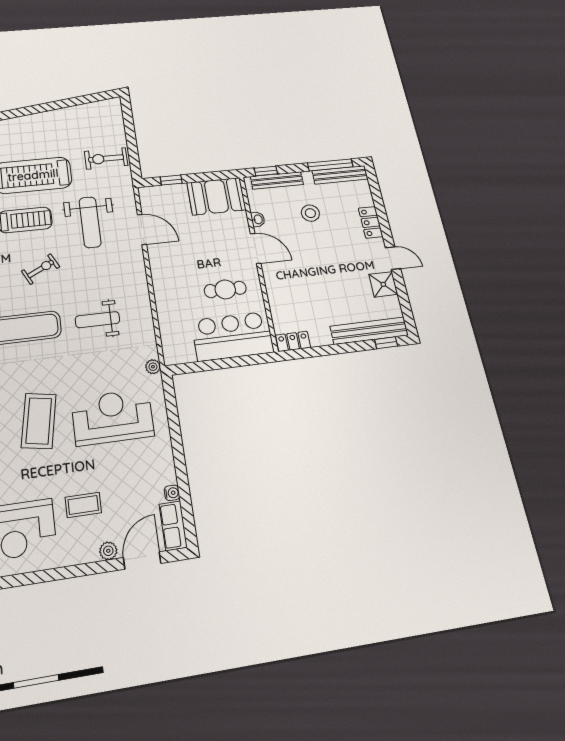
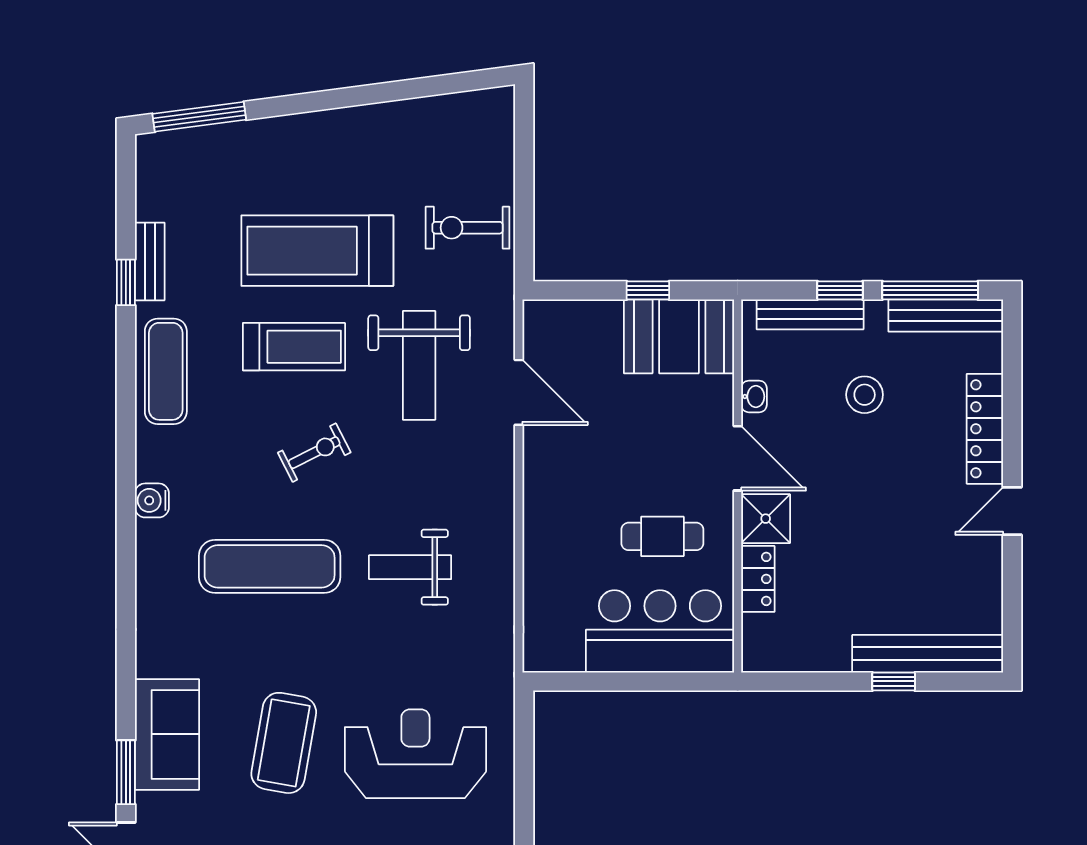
window: (266, 171) -> (840, 290), moved
window: (171, 180) -> (648, 290), moved
locker: (371, 222) -> (985, 429), width x1.53
door: (393, 258) -> (1012, 511), swing flipped
shower: (383, 284) -> (766, 519), moved
locker: (293, 341) -> (758, 579), moved, turned 90
window: (386, 343) -> (894, 681), moved
plant: (153, 367) -> (501, 671), removed

